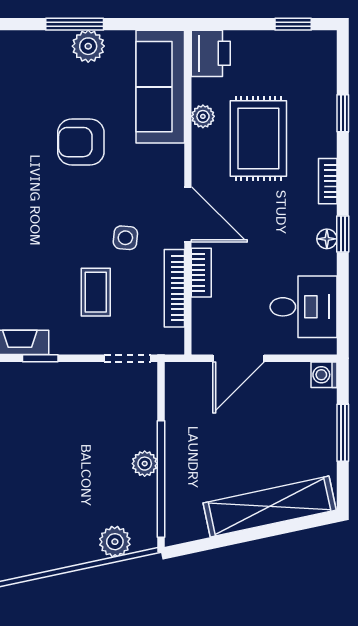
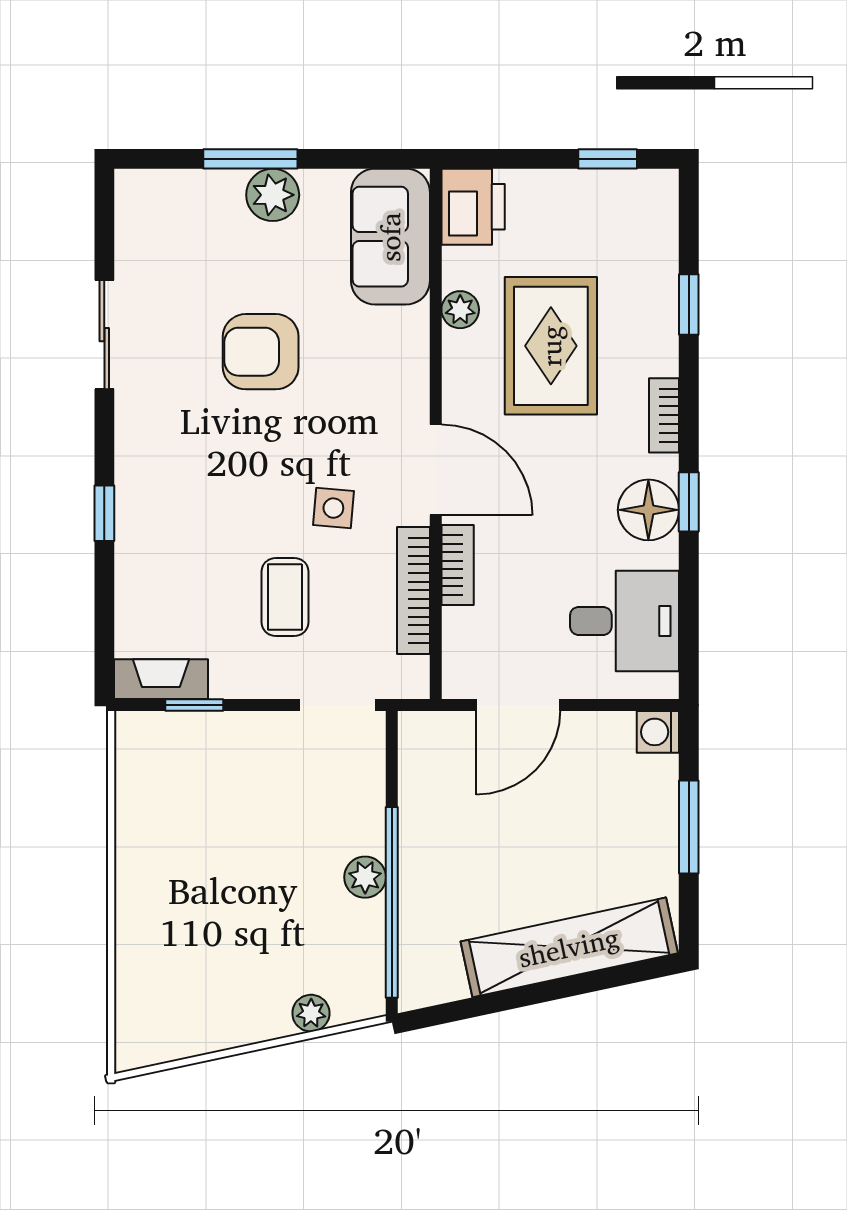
sofa: (160, 87) -> (390, 237), width x0.73
floor lamp: (327, 239) -> (648, 510), width x1.89, depth x1.89
plant: (115, 542) -> (311, 1013), width x0.73, depth x0.73

